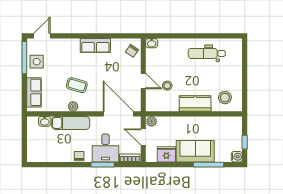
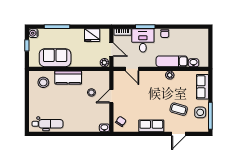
door: (42, 36) -> (178, 134), moved
dental chair: (207, 53) -> (47, 124), moved
door: (143, 81) -> (111, 96), hinge flipped
coffee table: (77, 85) -> (179, 109), moved
door: (118, 114) -> (132, 69), width x0.53
sofa: (195, 151) -> (55, 58), moved, turned 180

